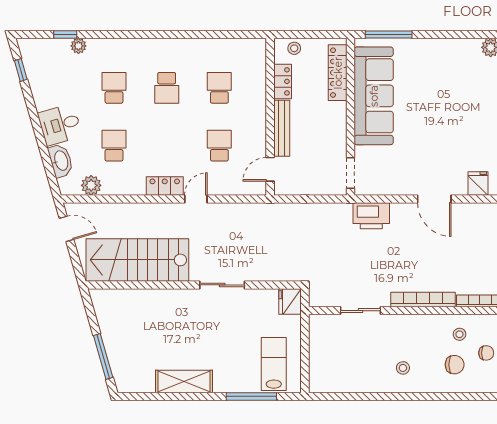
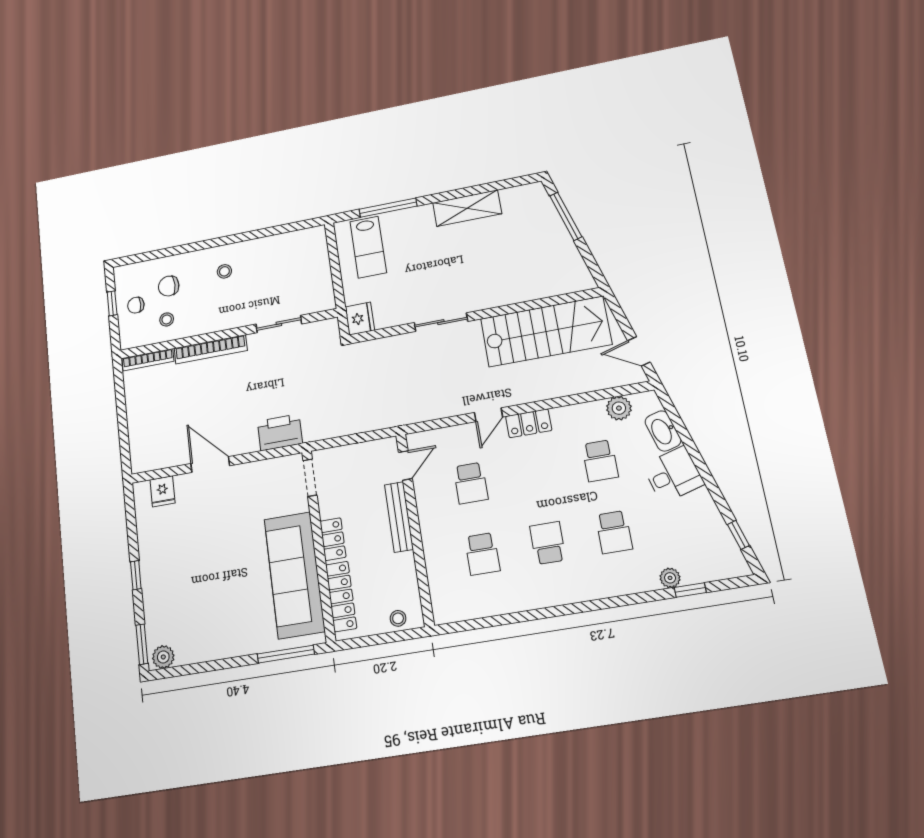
locker: (283, 81) -> (333, 539), moved, turned 180

